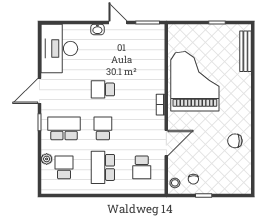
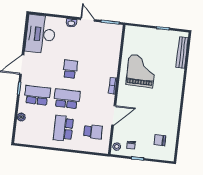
grand piano: (195, 81) -> (141, 71), width x0.73, depth x0.68
school desk: (103, 89) -> (70, 69), turned 90
school desk: (103, 128) -> (67, 99), width x1.85
chair: (235, 141) -> (160, 140), moved
school desk: (64, 167) -> (34, 125), removed
school desk: (142, 167) -> (93, 132), turned -90

